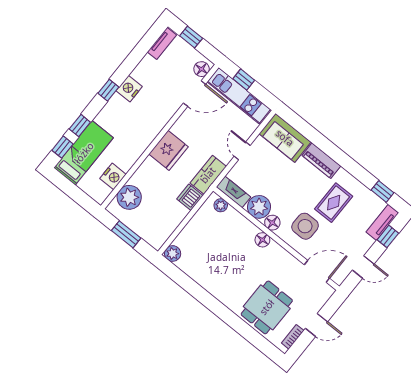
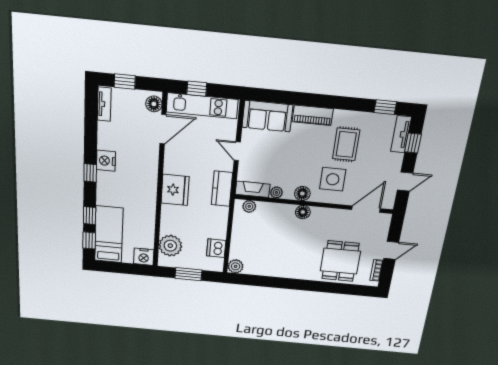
nightstand: (113, 176) -> (144, 257), moved, turned 90
dishwasher: (190, 197) -> (216, 248), moved
plant: (259, 207) -> (277, 192), width x0.53, depth x0.53

